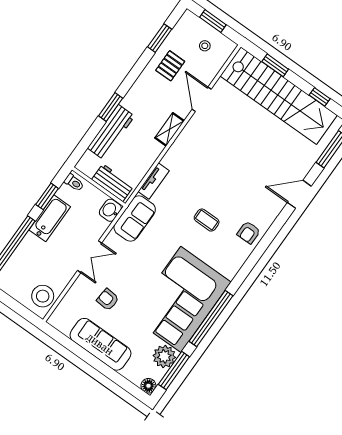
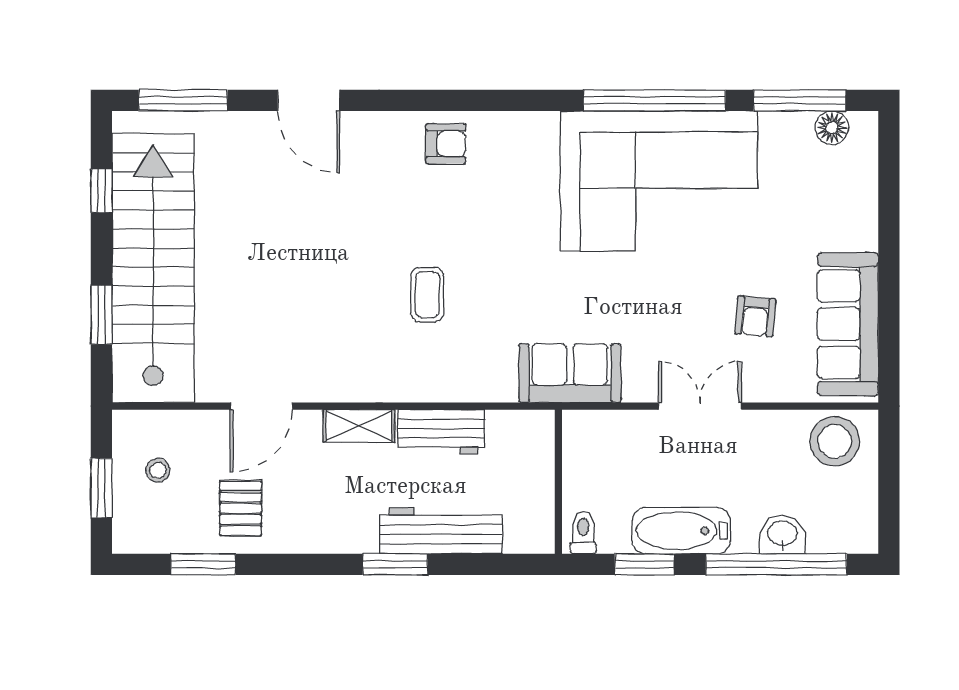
pallet: (170, 66) -> (241, 508), turned 90
tv unit: (154, 181) -> (476, 387), removed
workbench: (113, 183) -> (441, 432), moved, turned -90
washbasin: (110, 210) -> (782, 534), moved, turned 180
coffee table: (207, 220) -> (427, 295), moved
sofa: (100, 344) -> (848, 324), moved
plant: (164, 356) -> (786, 137), removed
floor lamp: (148, 386) -> (832, 128), moved

